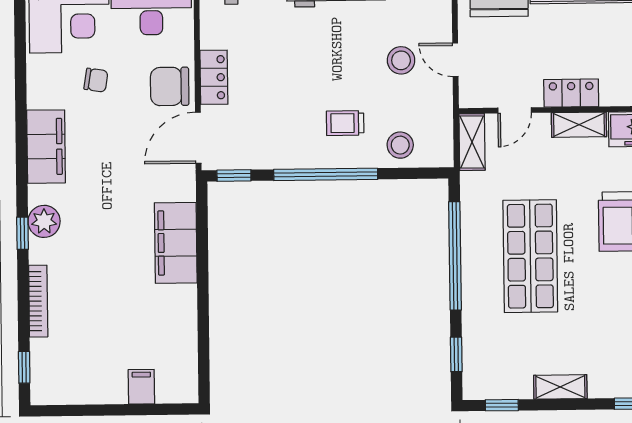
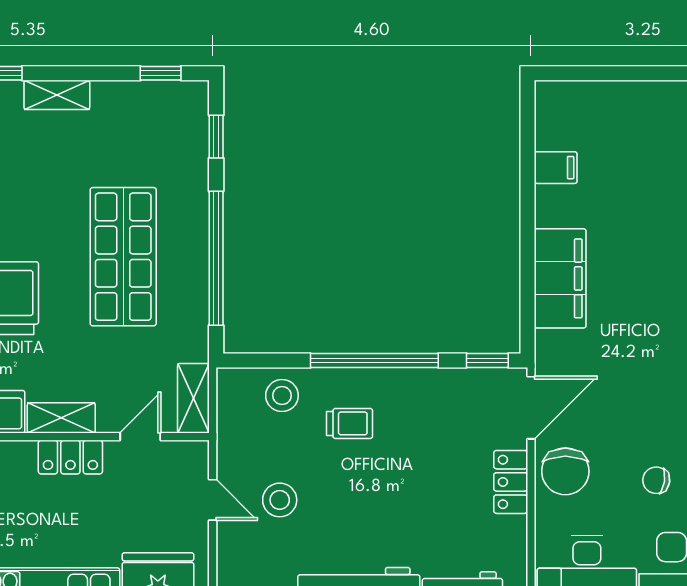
chair: (170, 86) -> (565, 471), turned 90
filing cabinet: (141, 387) -> (556, 168), moved, turned -90
shelving: (560, 387) -> (57, 95), moved

